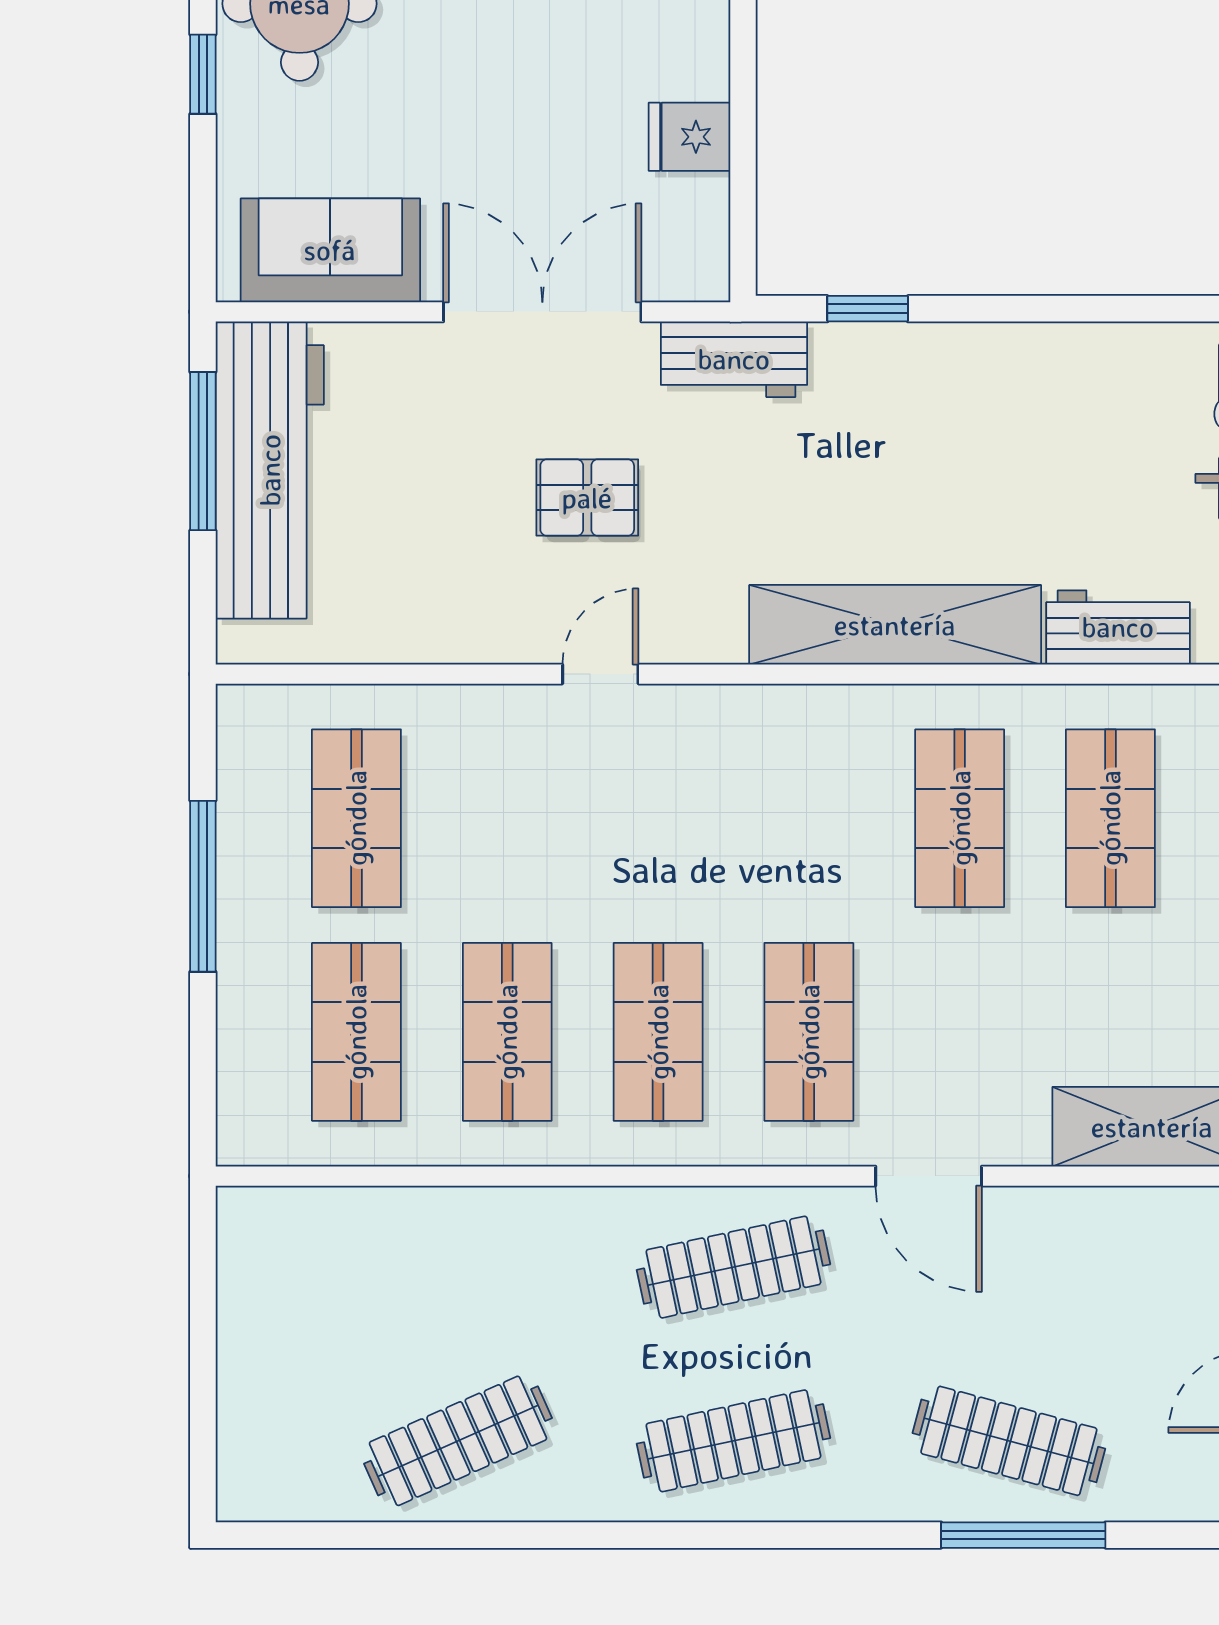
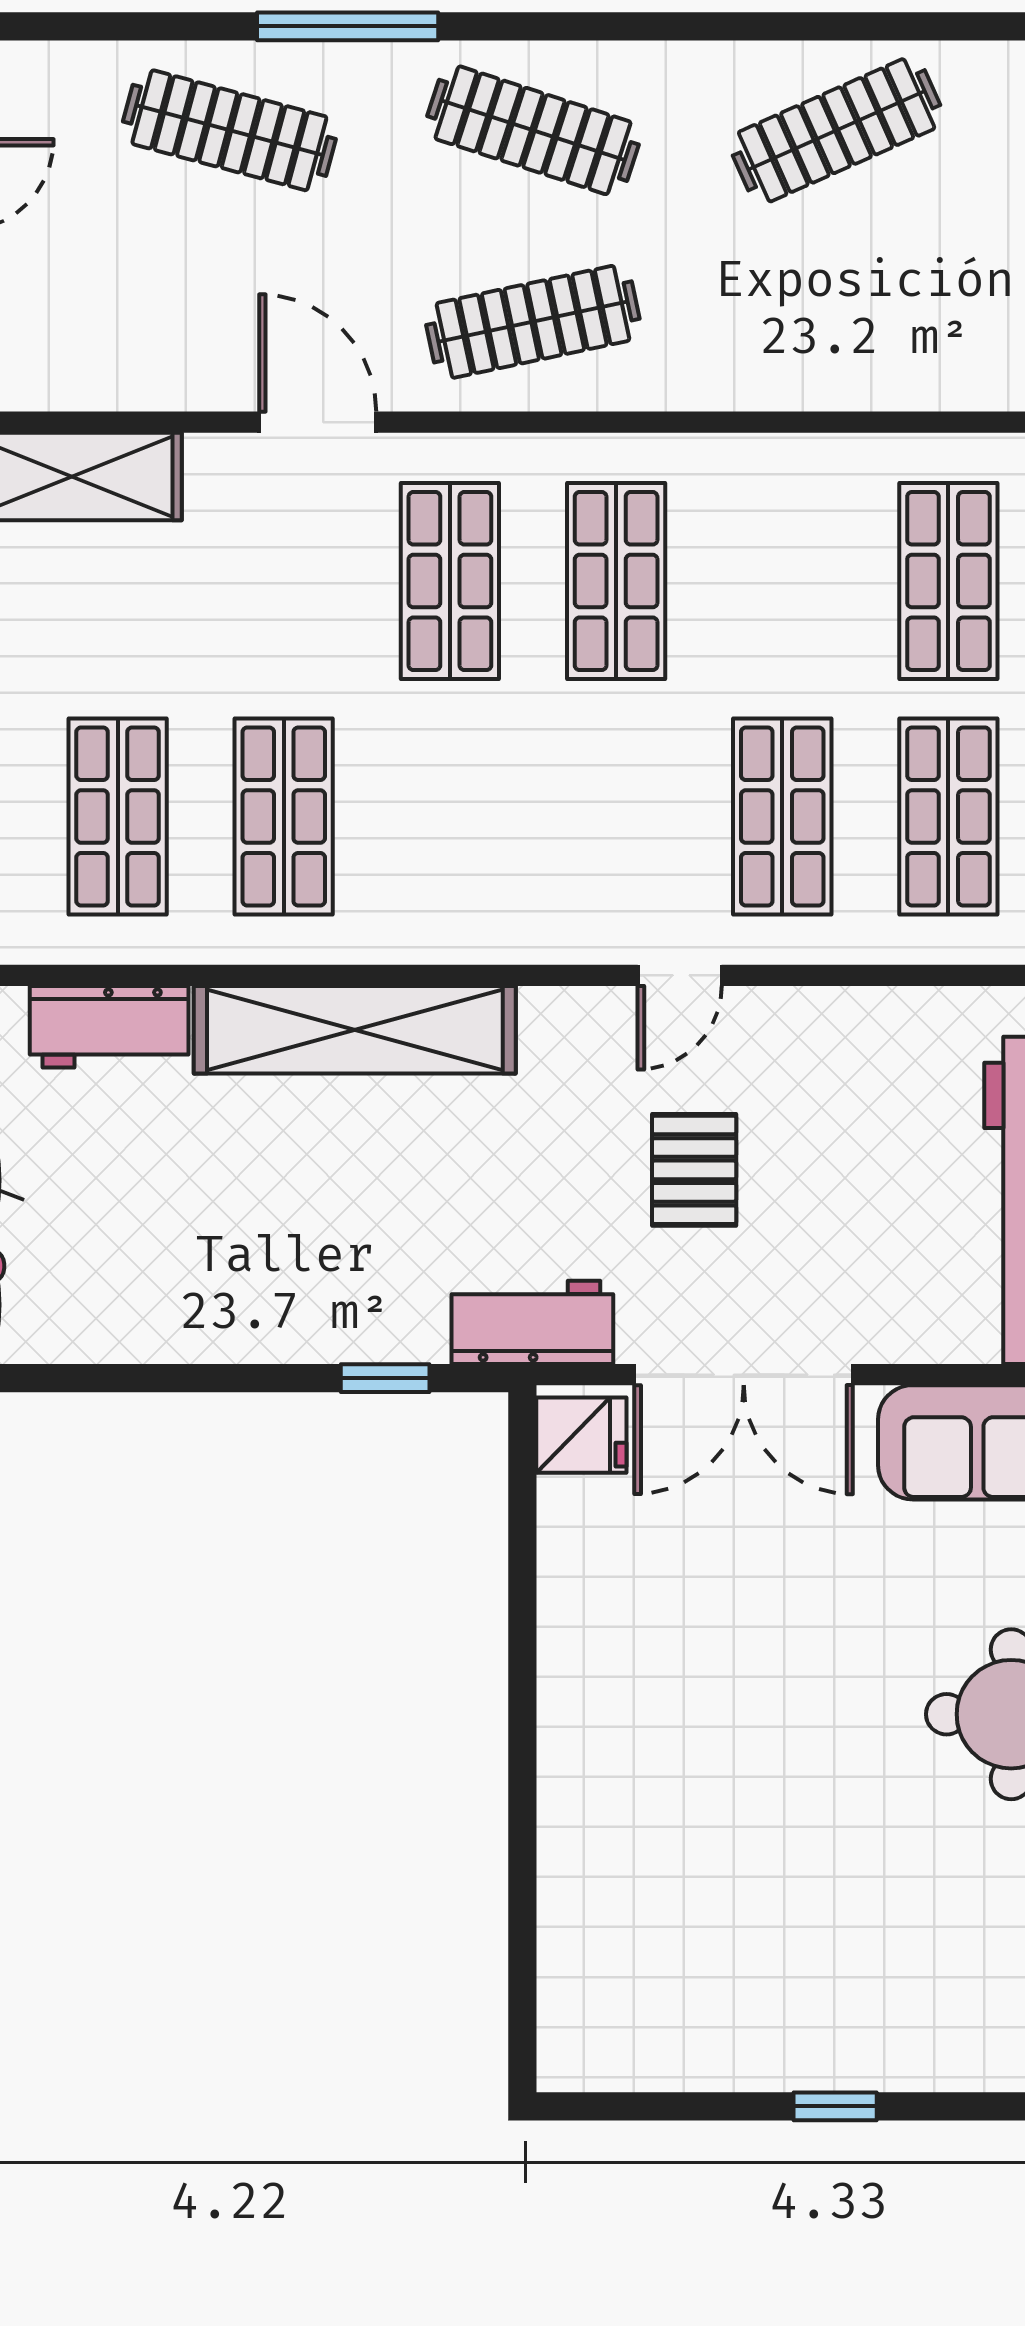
fridge: (689, 137) -> (581, 1435), moved
pallet: (587, 498) -> (694, 1170), turned 90
shop shelf: (507, 1032) -> (782, 816), moved
clothes rail: (733, 1441) -> (533, 130), turned 30
window: (1023, 1535) -> (348, 26), moved

